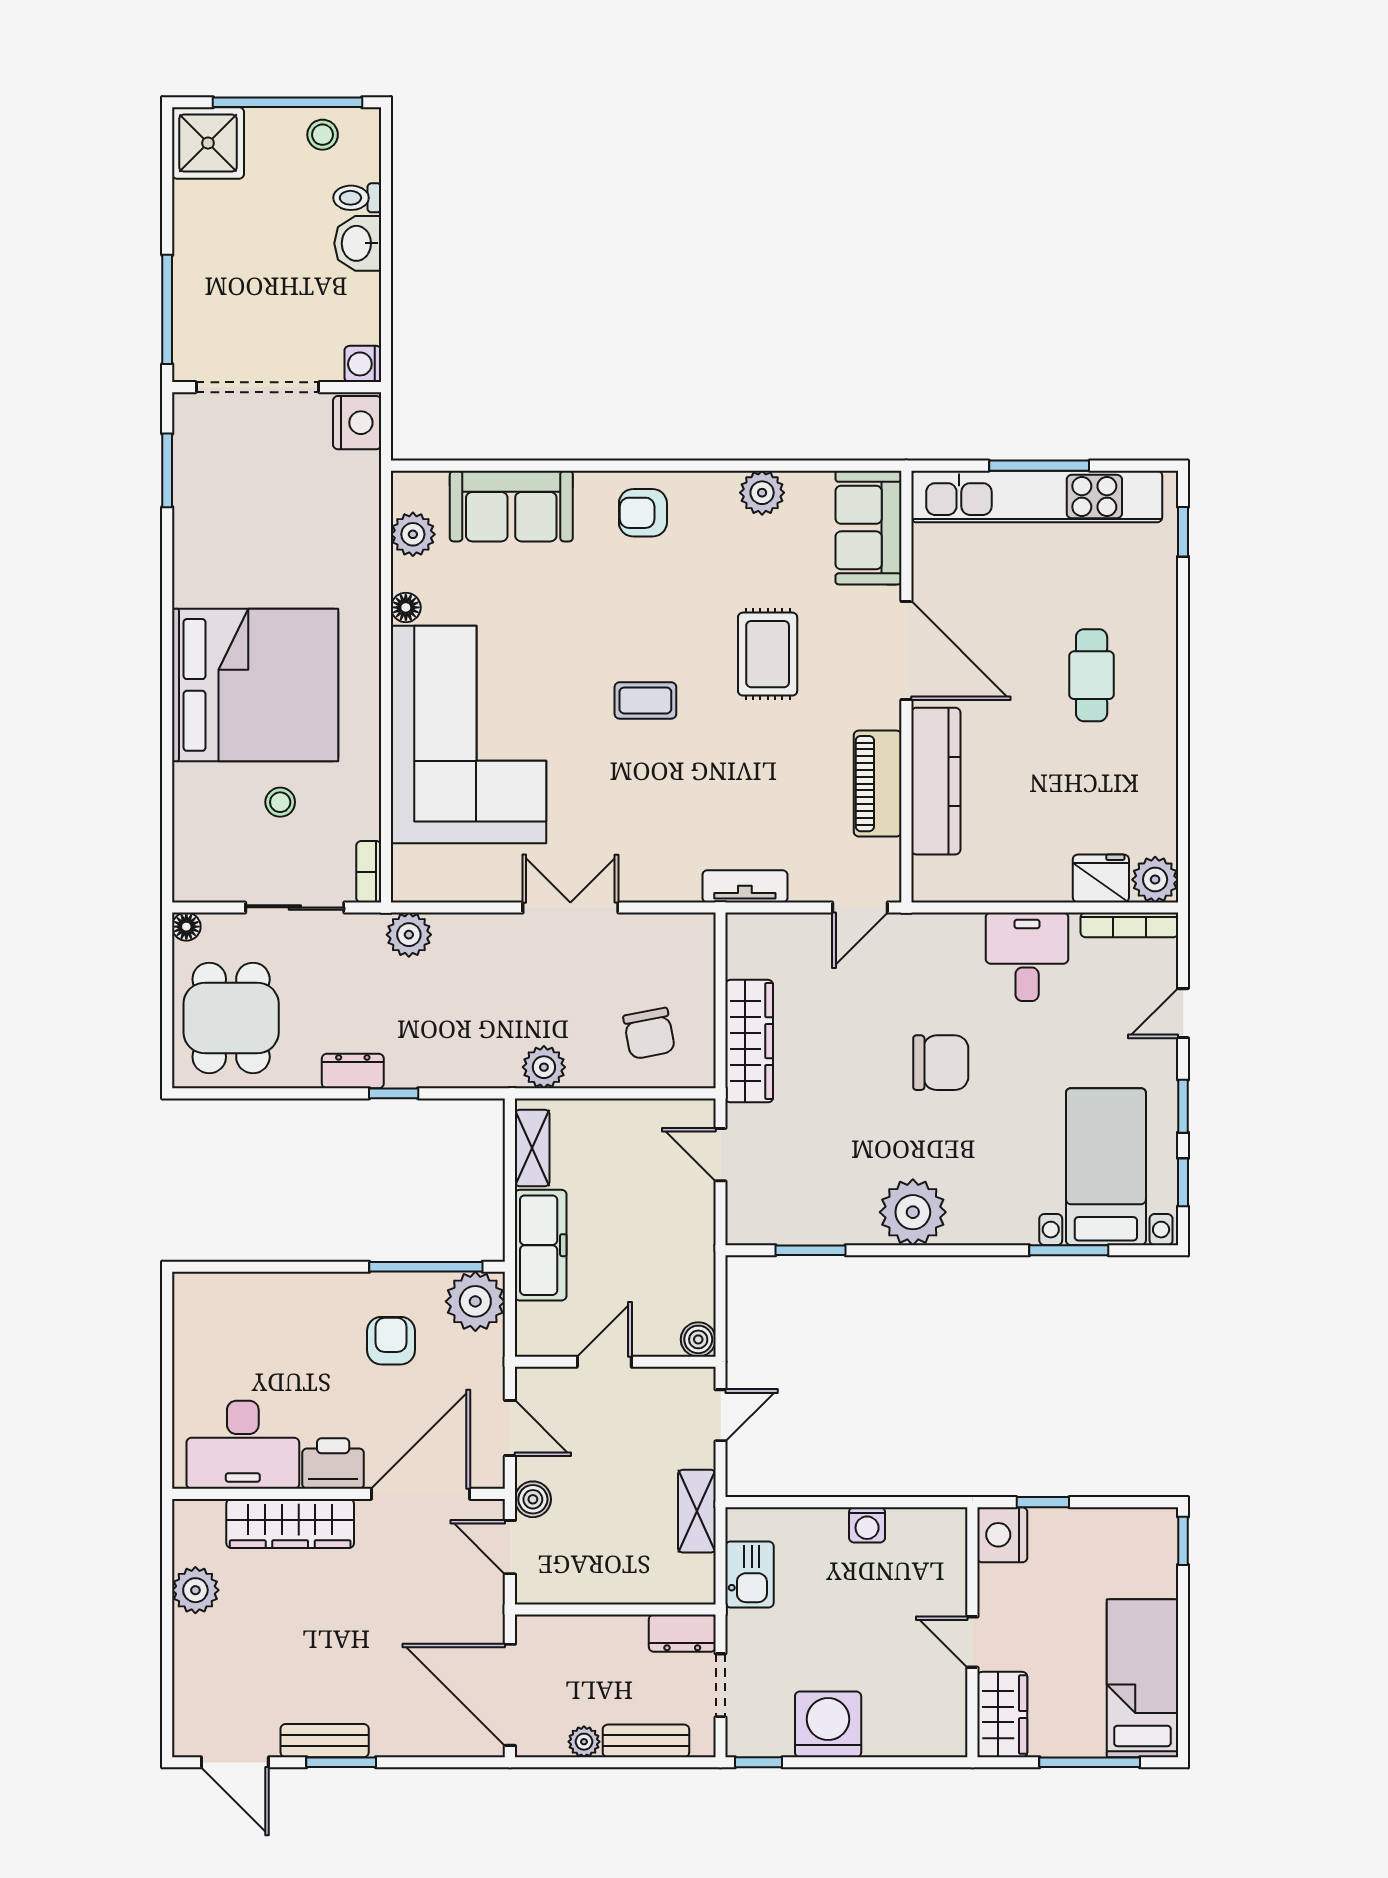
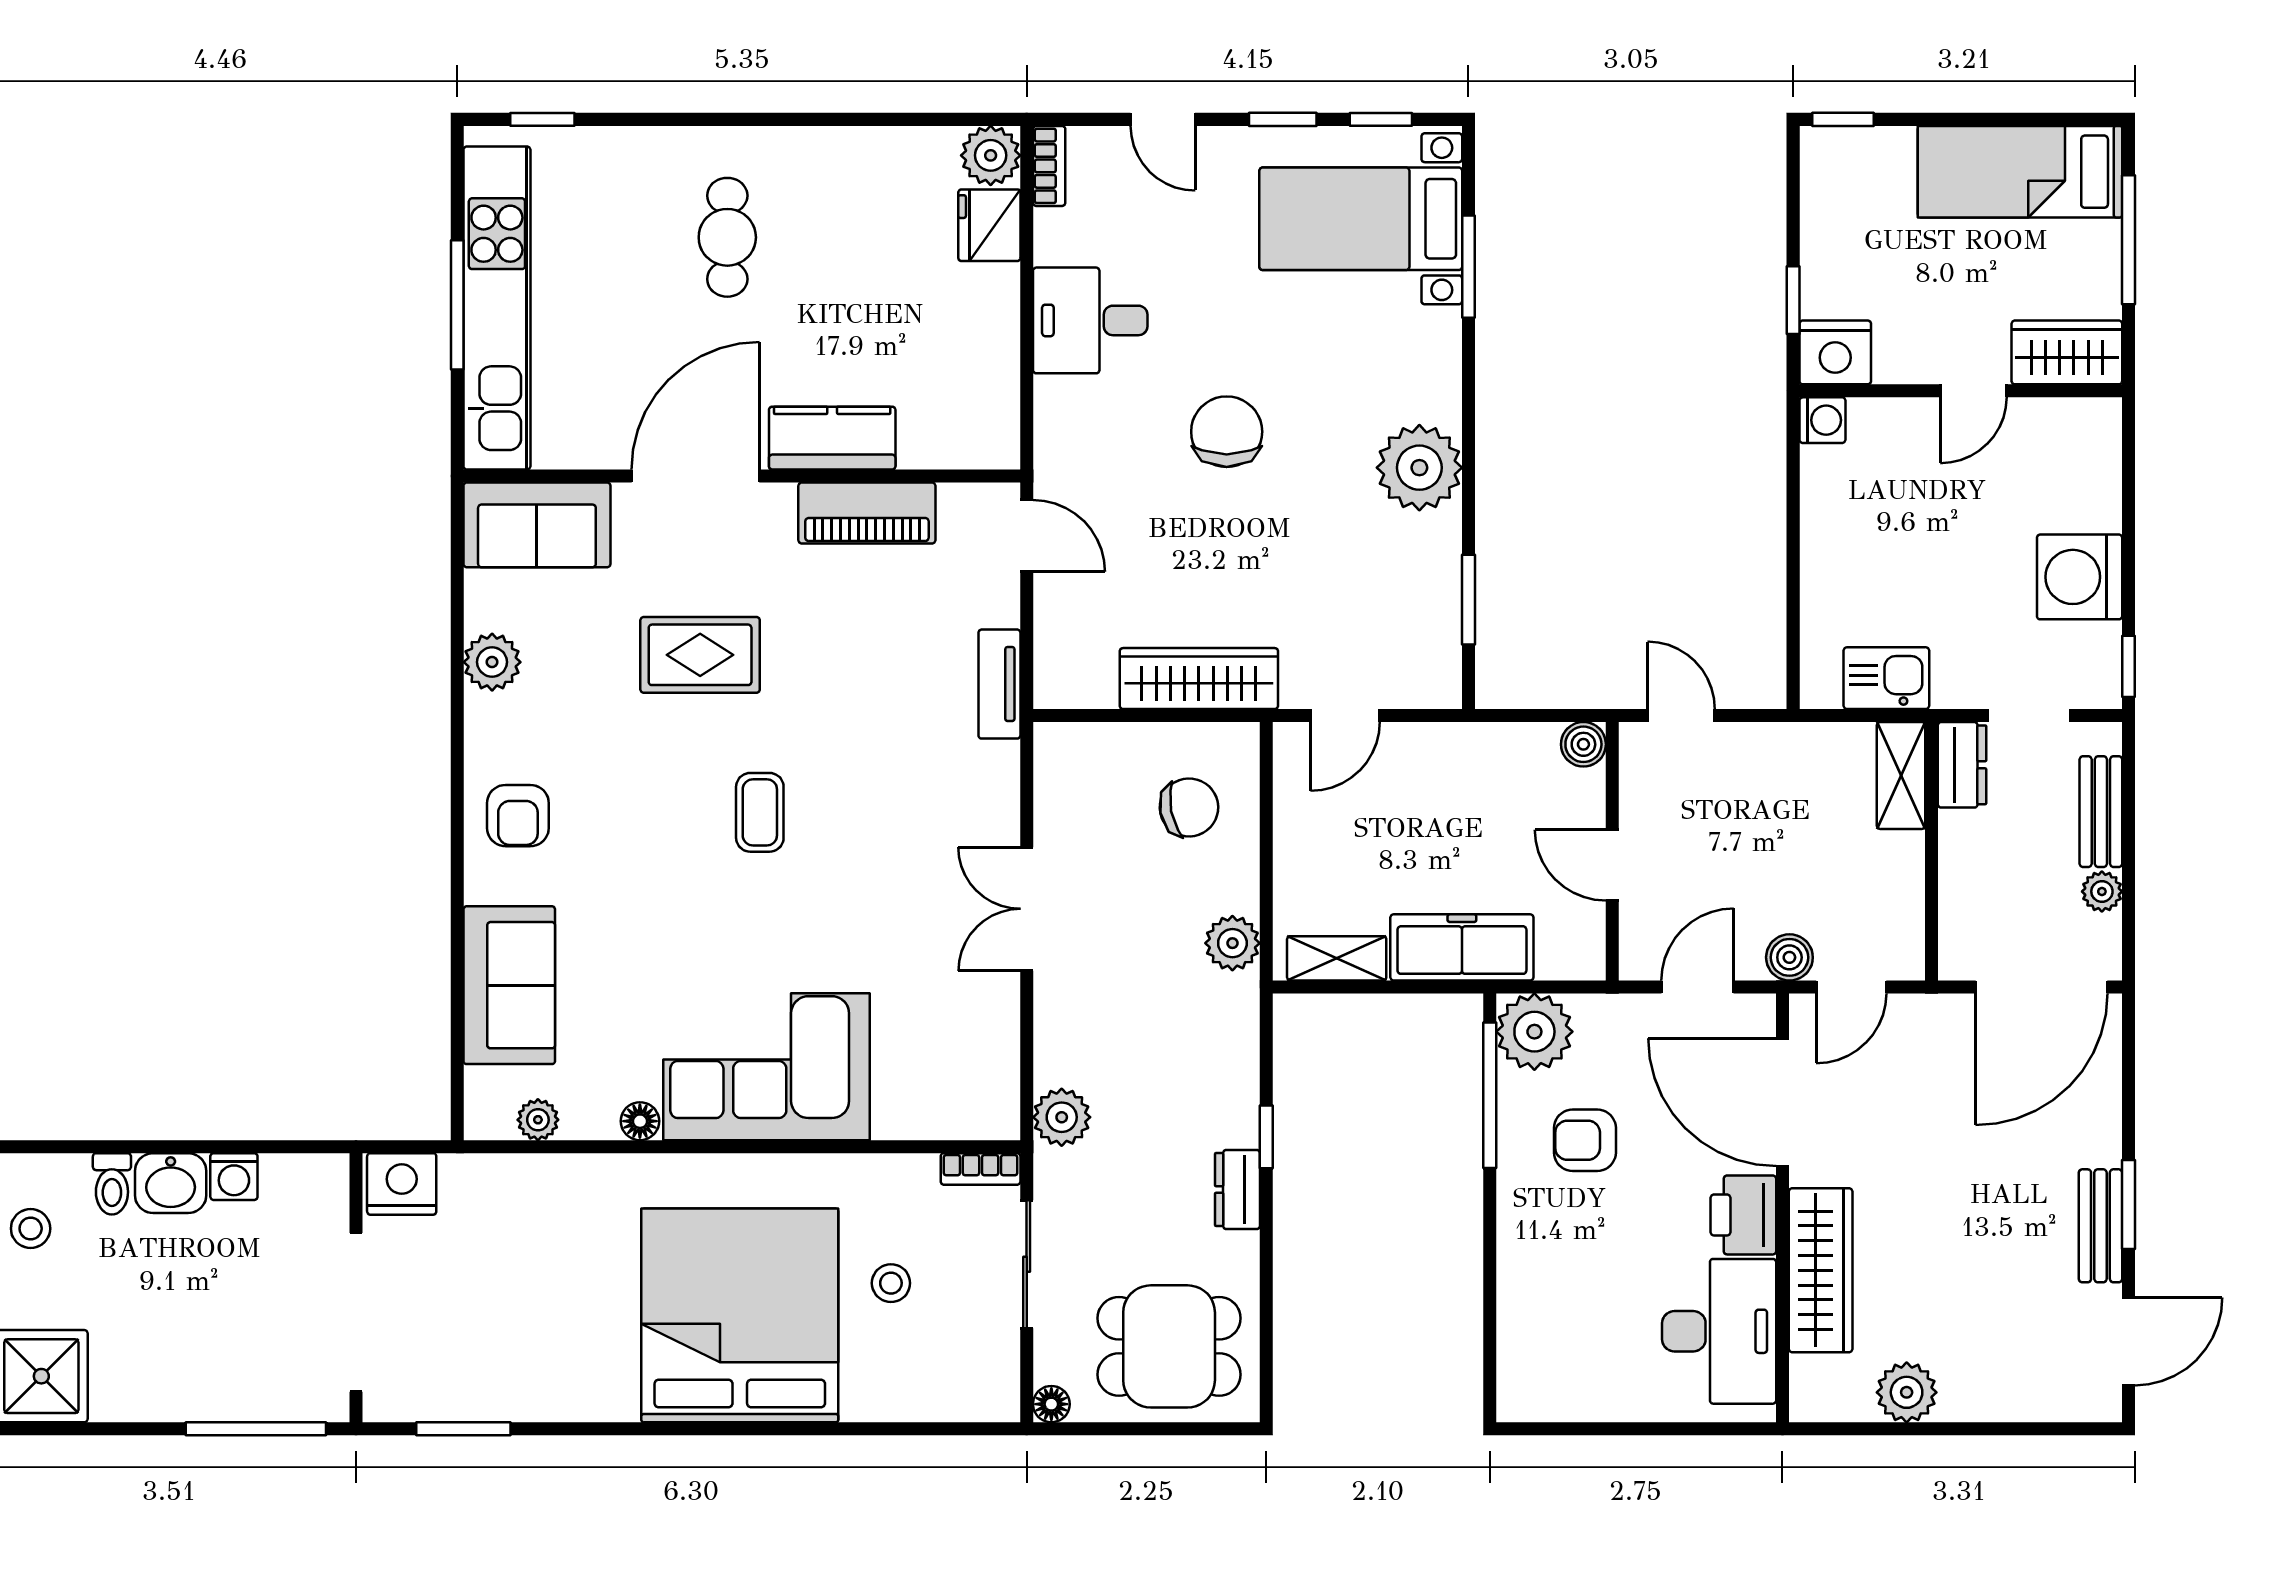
washing machine: (363, 364) -> (234, 1177), moved
plant: (413, 534) -> (538, 1120), width x0.73, depth x0.73
cafe table: (1092, 675) -> (727, 237), turned 90
corner sofa: (469, 735) -> (766, 1067), width x0.73, depth x0.74
kitchen counter: (936, 781) -> (832, 438), width x0.67
bookcase: (1129, 925) -> (1049, 166), width x0.64
shelving: (697, 1511) -> (1901, 775), moved, turned 90
washing machine: (867, 1525) -> (1822, 420), moved

